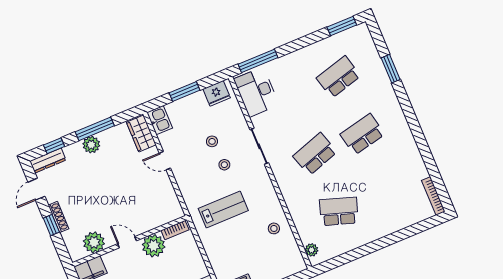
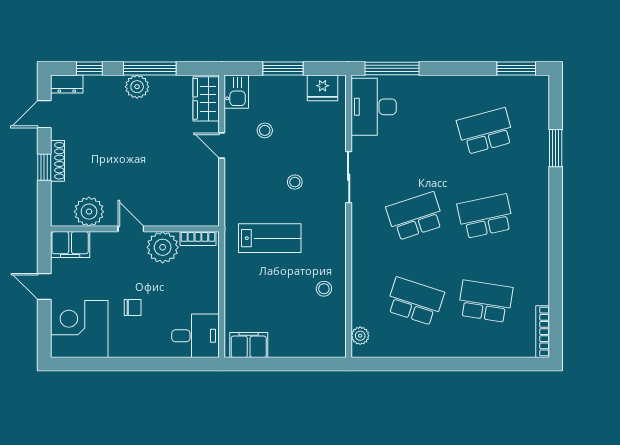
stool: (212, 141) -> (265, 130), moved
dresser: (48, 161) -> (67, 84), width x0.70
school desk: (386, 192) -> (485, 301), added

